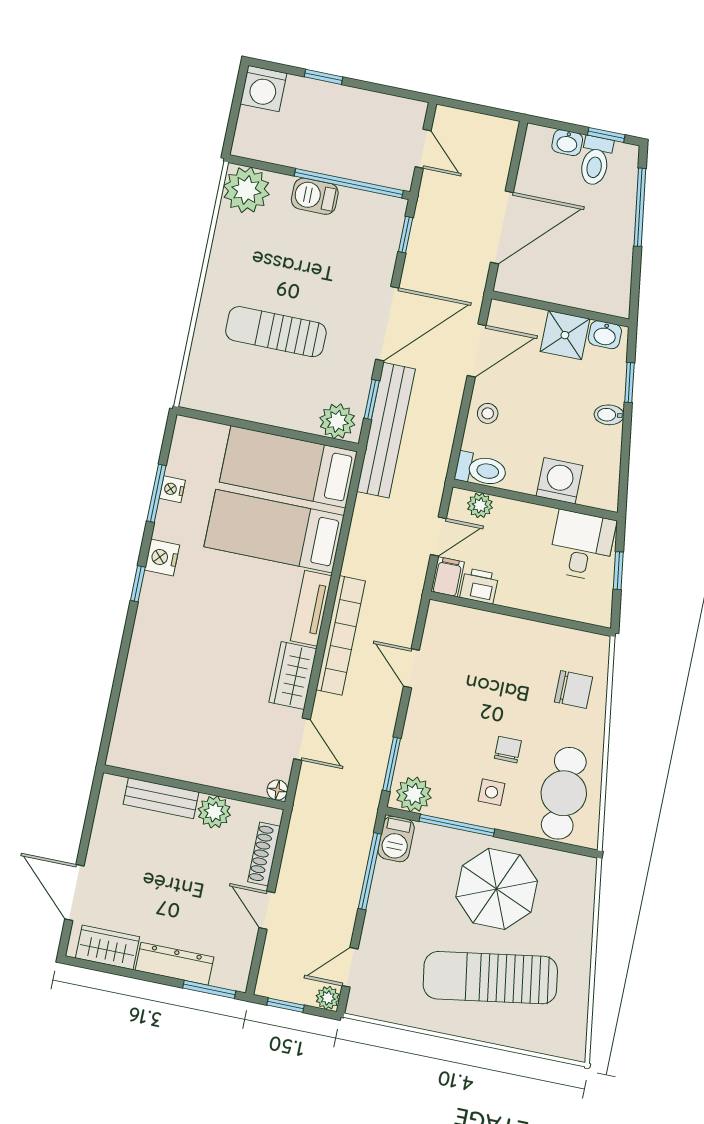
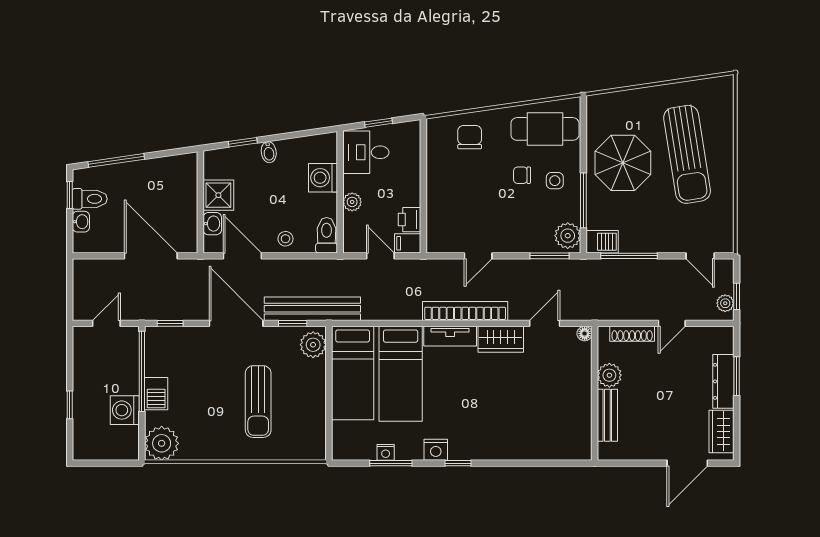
washing machine: (263, 89) -> (125, 410), moved, turned 180
washbasin: (605, 335) -> (212, 224), moved
plant: (480, 505) -> (352, 202), moved
window: (209, 989) -> (737, 376), moved
plant: (328, 998) -> (725, 303), moved

